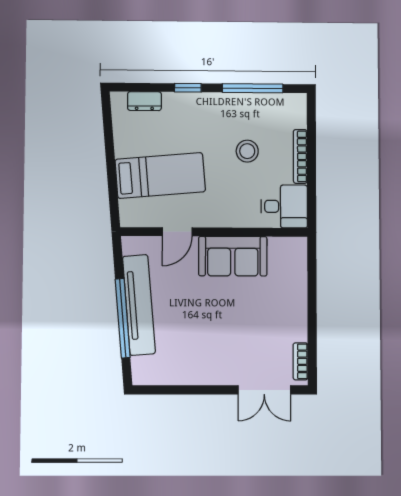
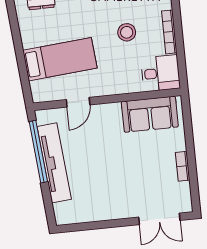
sofa: (233, 256) -> (150, 114), moved
window: (123, 318) -> (38, 152), moved
bookcase: (301, 361) -> (183, 166), moved

